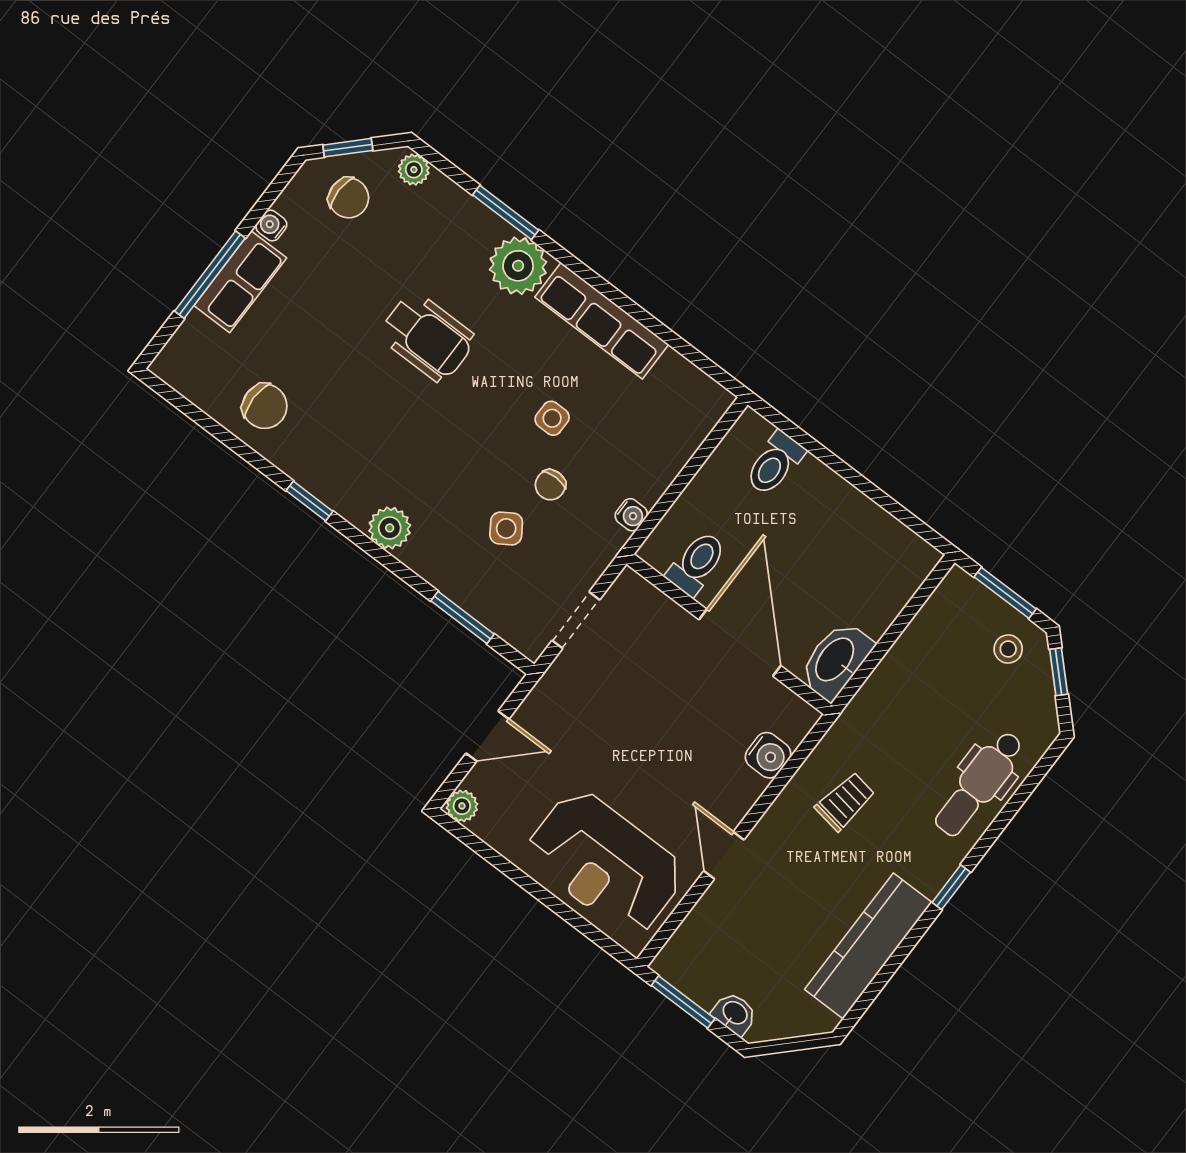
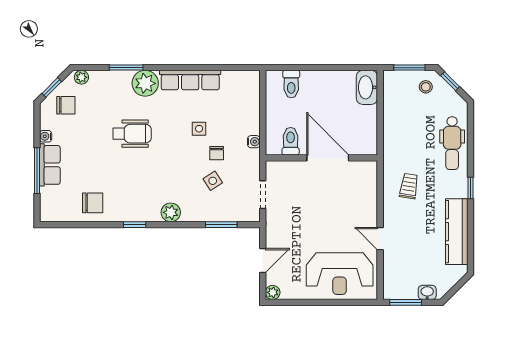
washbasin: (836, 660) -> (367, 87), moved
water cooler: (768, 755) -> (369, 191), removed

